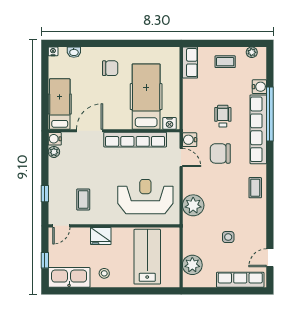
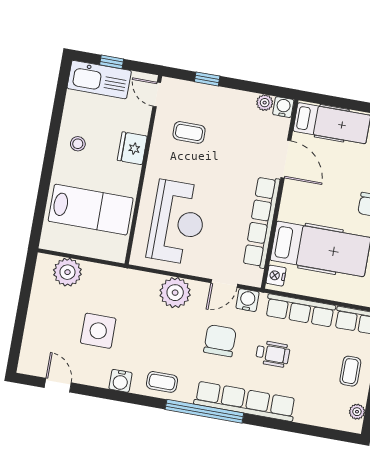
water cooler: (259, 87) -> (120, 381), moved
window: (270, 114) -> (204, 411), moved
plant: (193, 205) -> (175, 293), moved
side table: (228, 237) -> (98, 331), width x1.87, depth x1.87
kitchen sink: (69, 277) -> (99, 80), moved, turned 90
row of seats: (240, 280) -> (300, 310), moved, turned 90

